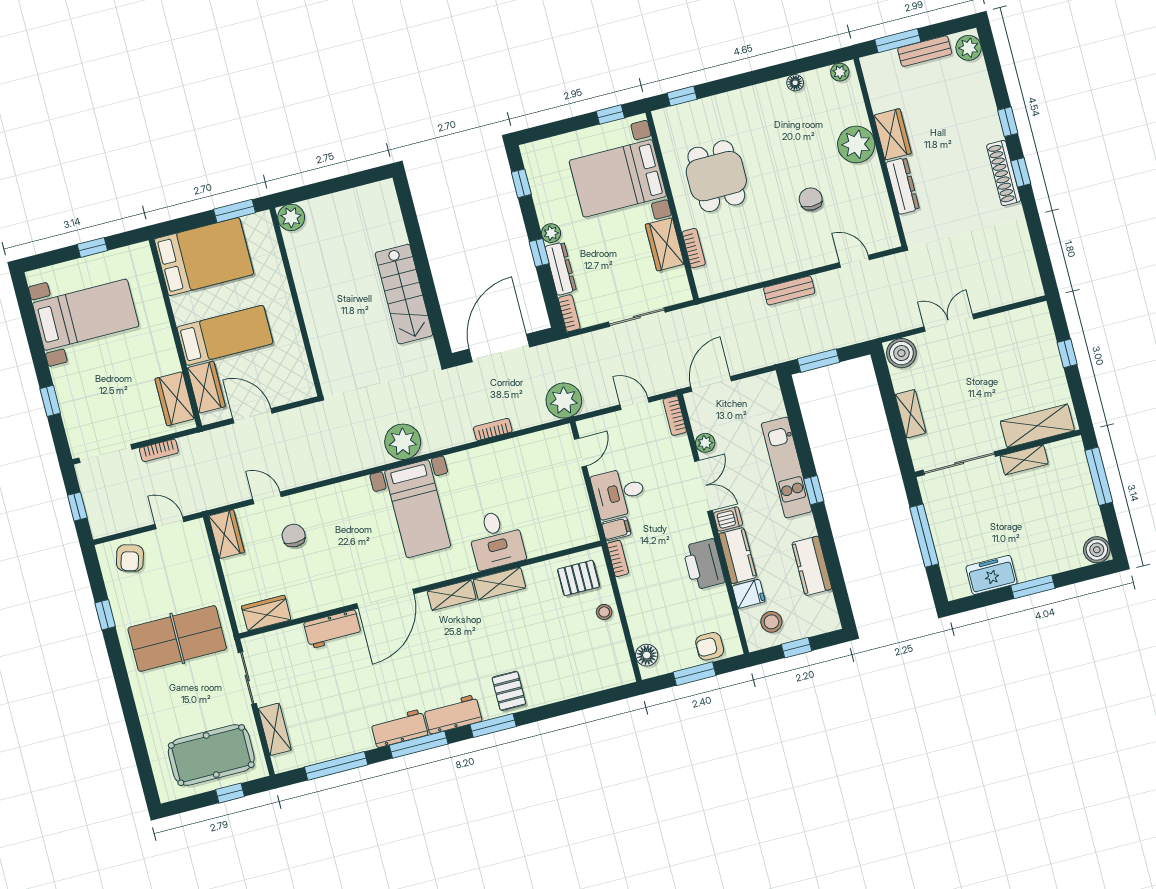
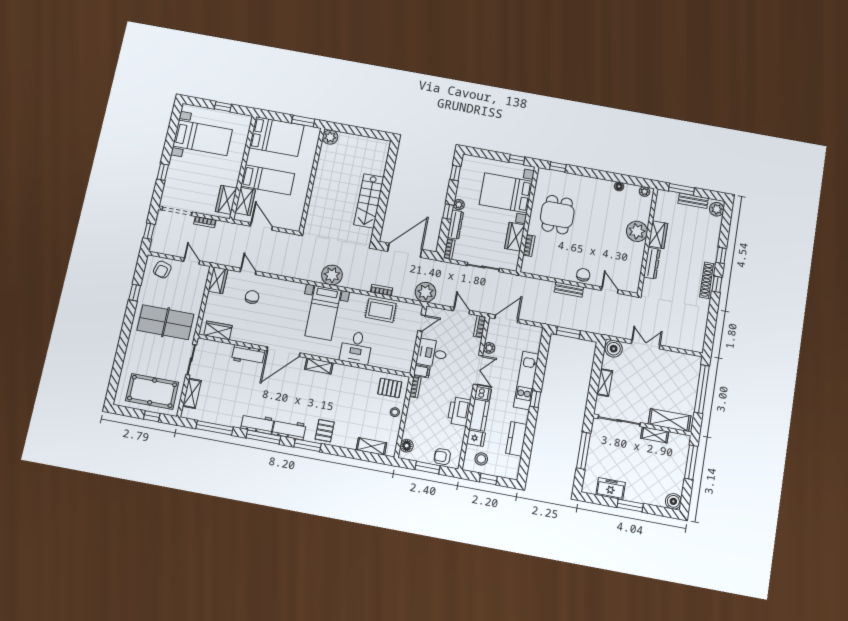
chair: (811, 199) -> (583, 275), moved
window: (1067, 353) -> (702, 389), width x3.17
rug: (507, 463) -> (381, 310), added
shelving: (499, 584) -> (371, 446), moved

